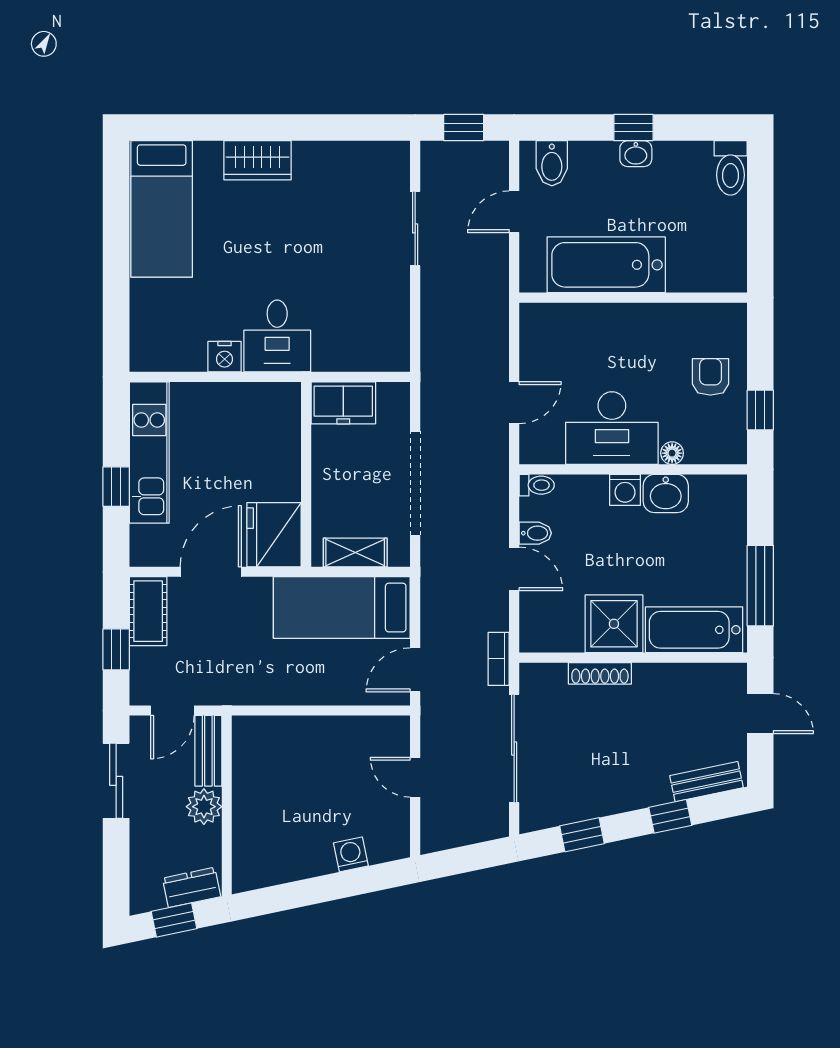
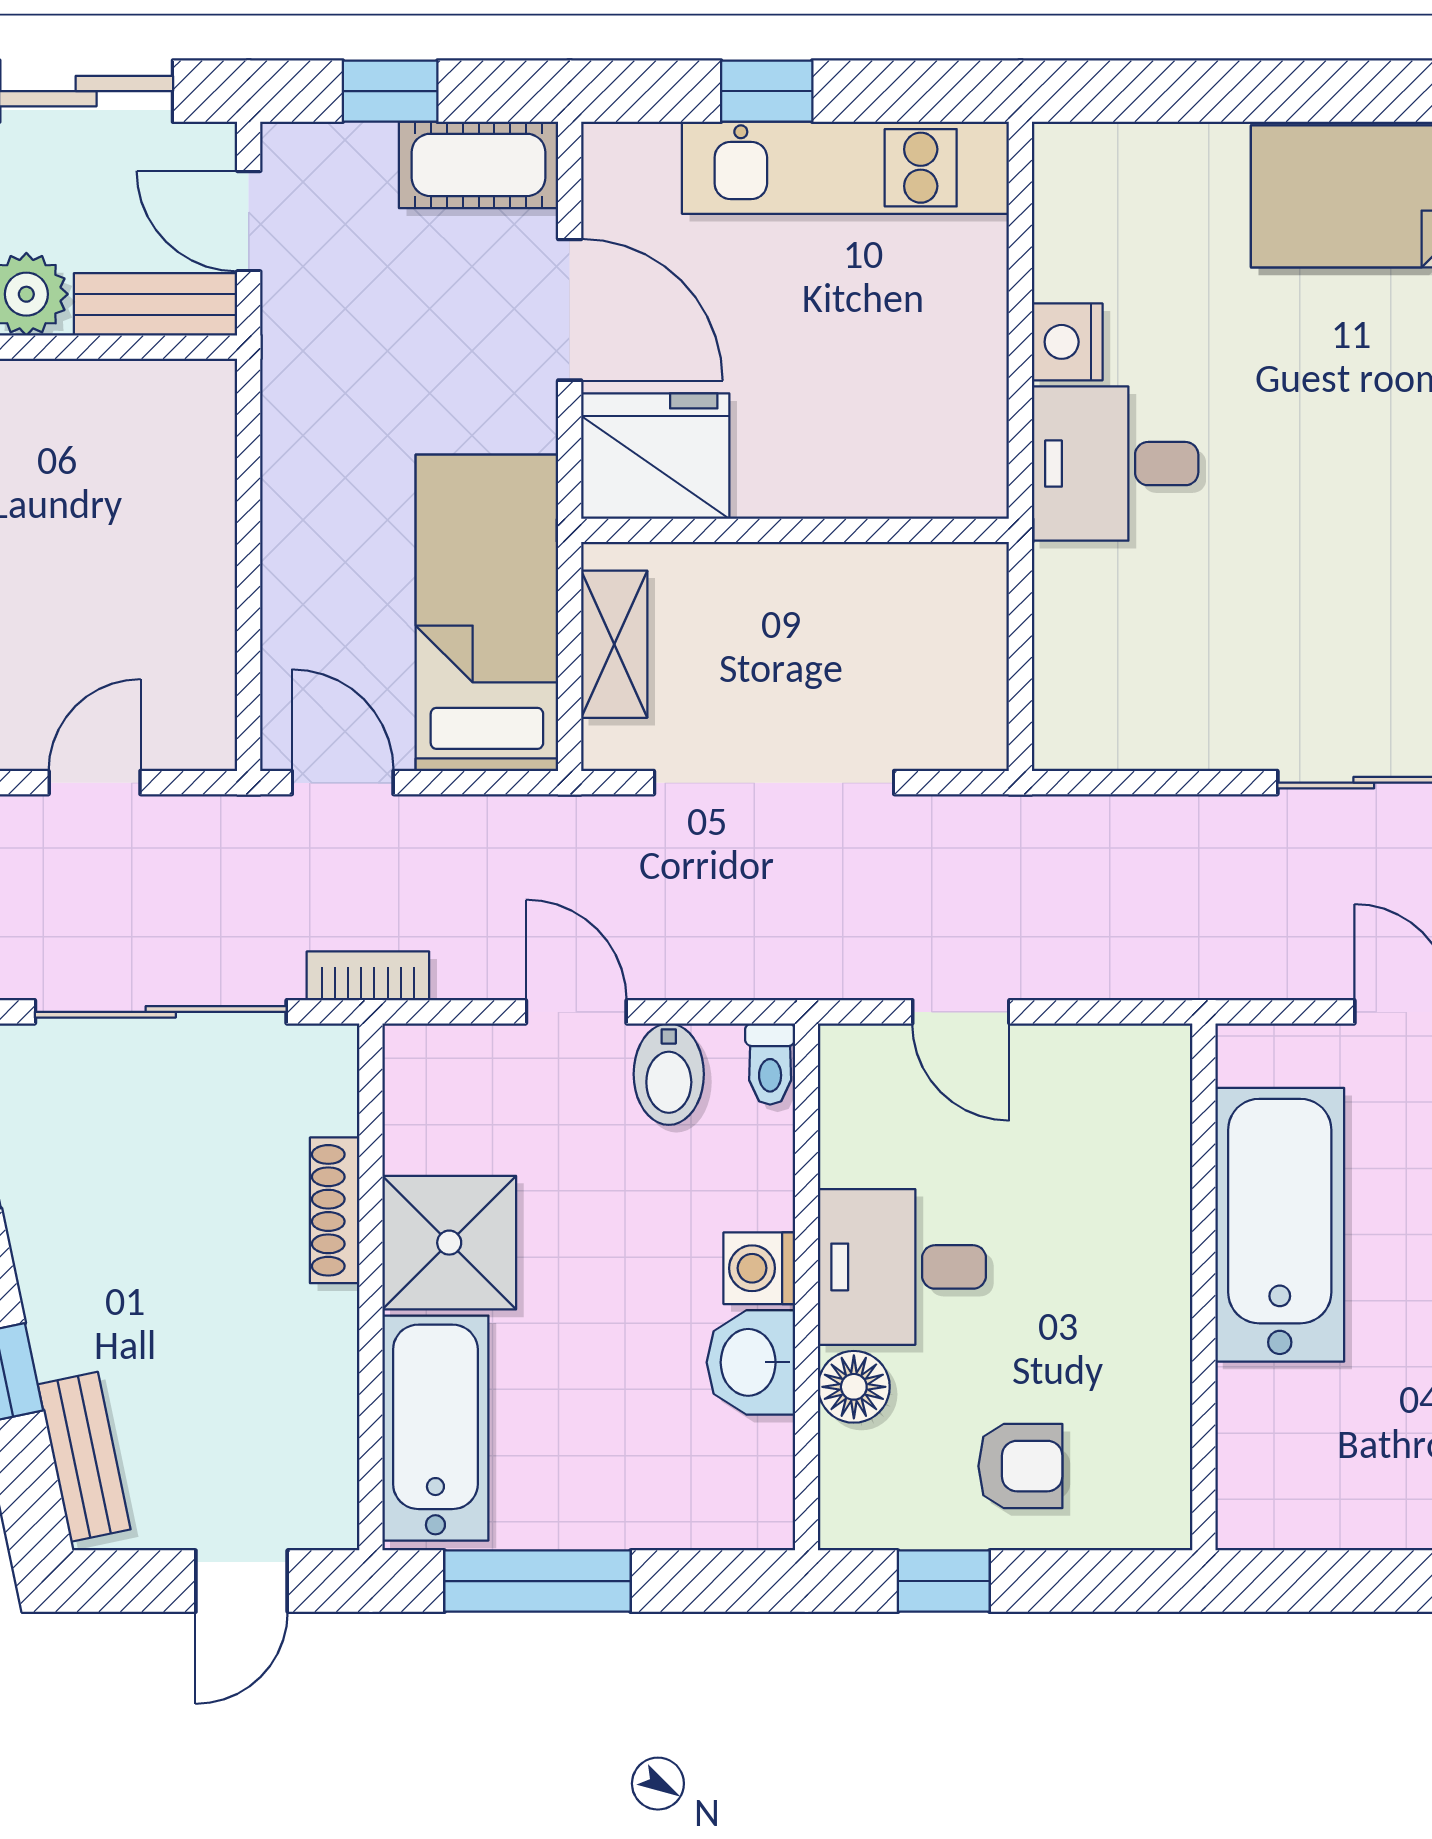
freezer: (343, 403) -> (960, 616), removed
desk: (612, 428) -> (902, 1267), width x0.73
floor lamp: (672, 453) -> (854, 1387), width x1.37, depth x1.37
bidet: (535, 533) -> (669, 1074), width x1.38, depth x1.36
door: (514, 569) -> (576, 1012), swing flipped

